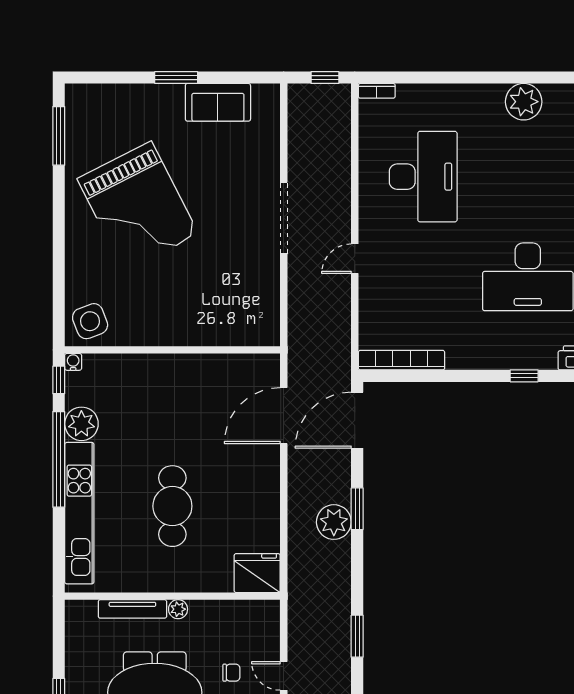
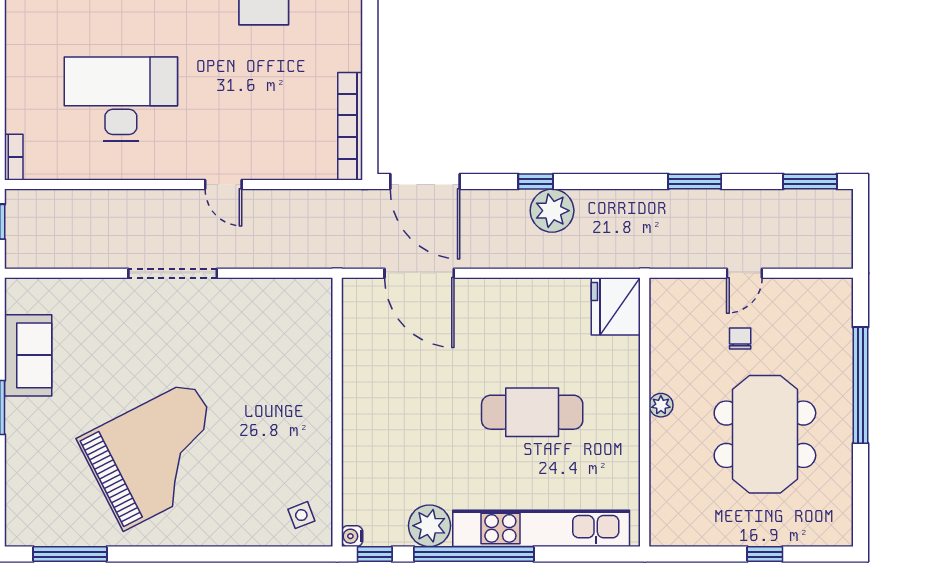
side table: (90, 321) -> (301, 515), width x0.54, depth x0.54
window: (357, 509) -> (536, 182), width x0.67
tv unit: (132, 609) -> (661, 462), removed

